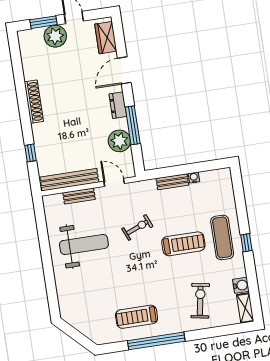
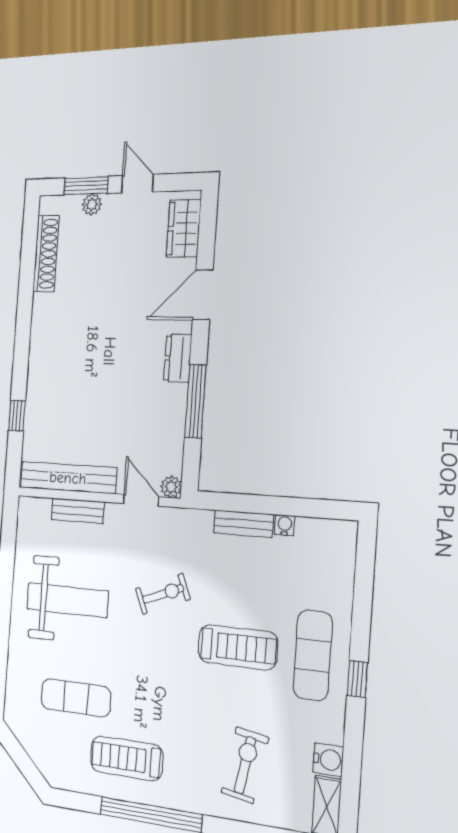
plant: (55, 36) -> (92, 204), width x0.53, depth x0.53
shoe rack: (34, 102) -> (46, 254), moved
plant: (119, 141) -> (171, 487), moved, width x0.53, depth x0.53
exercise mat: (101, 294) -> (76, 698), added

